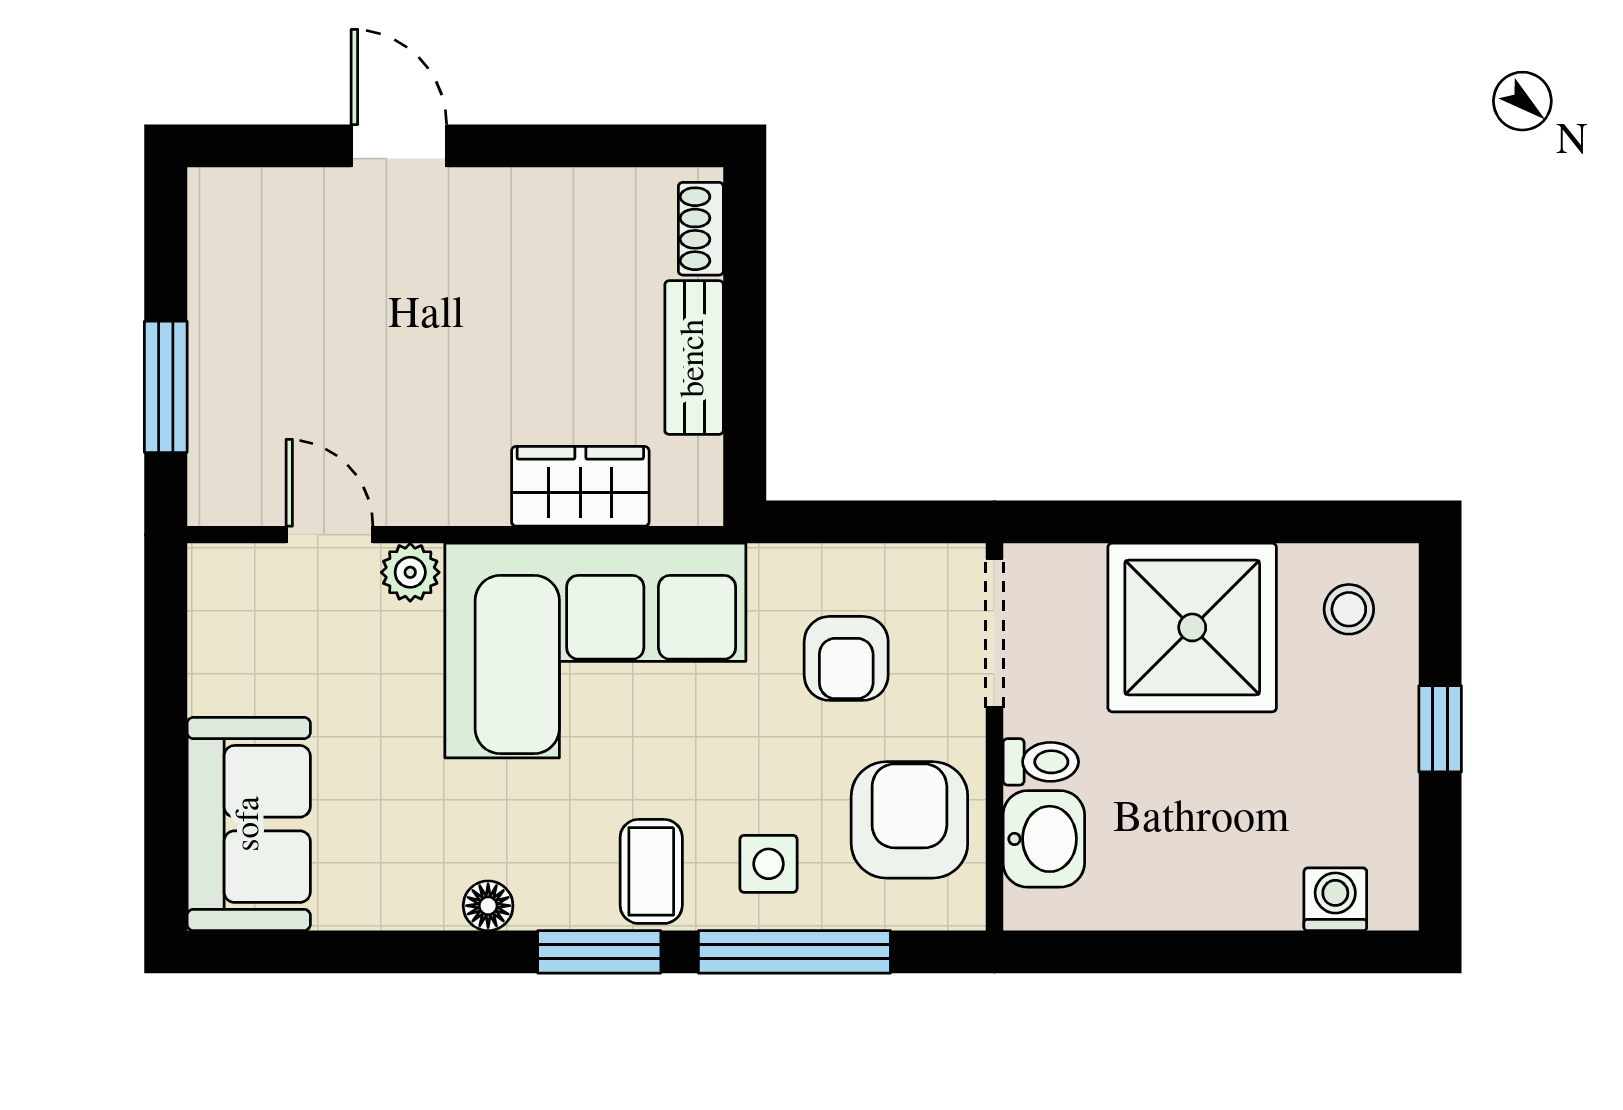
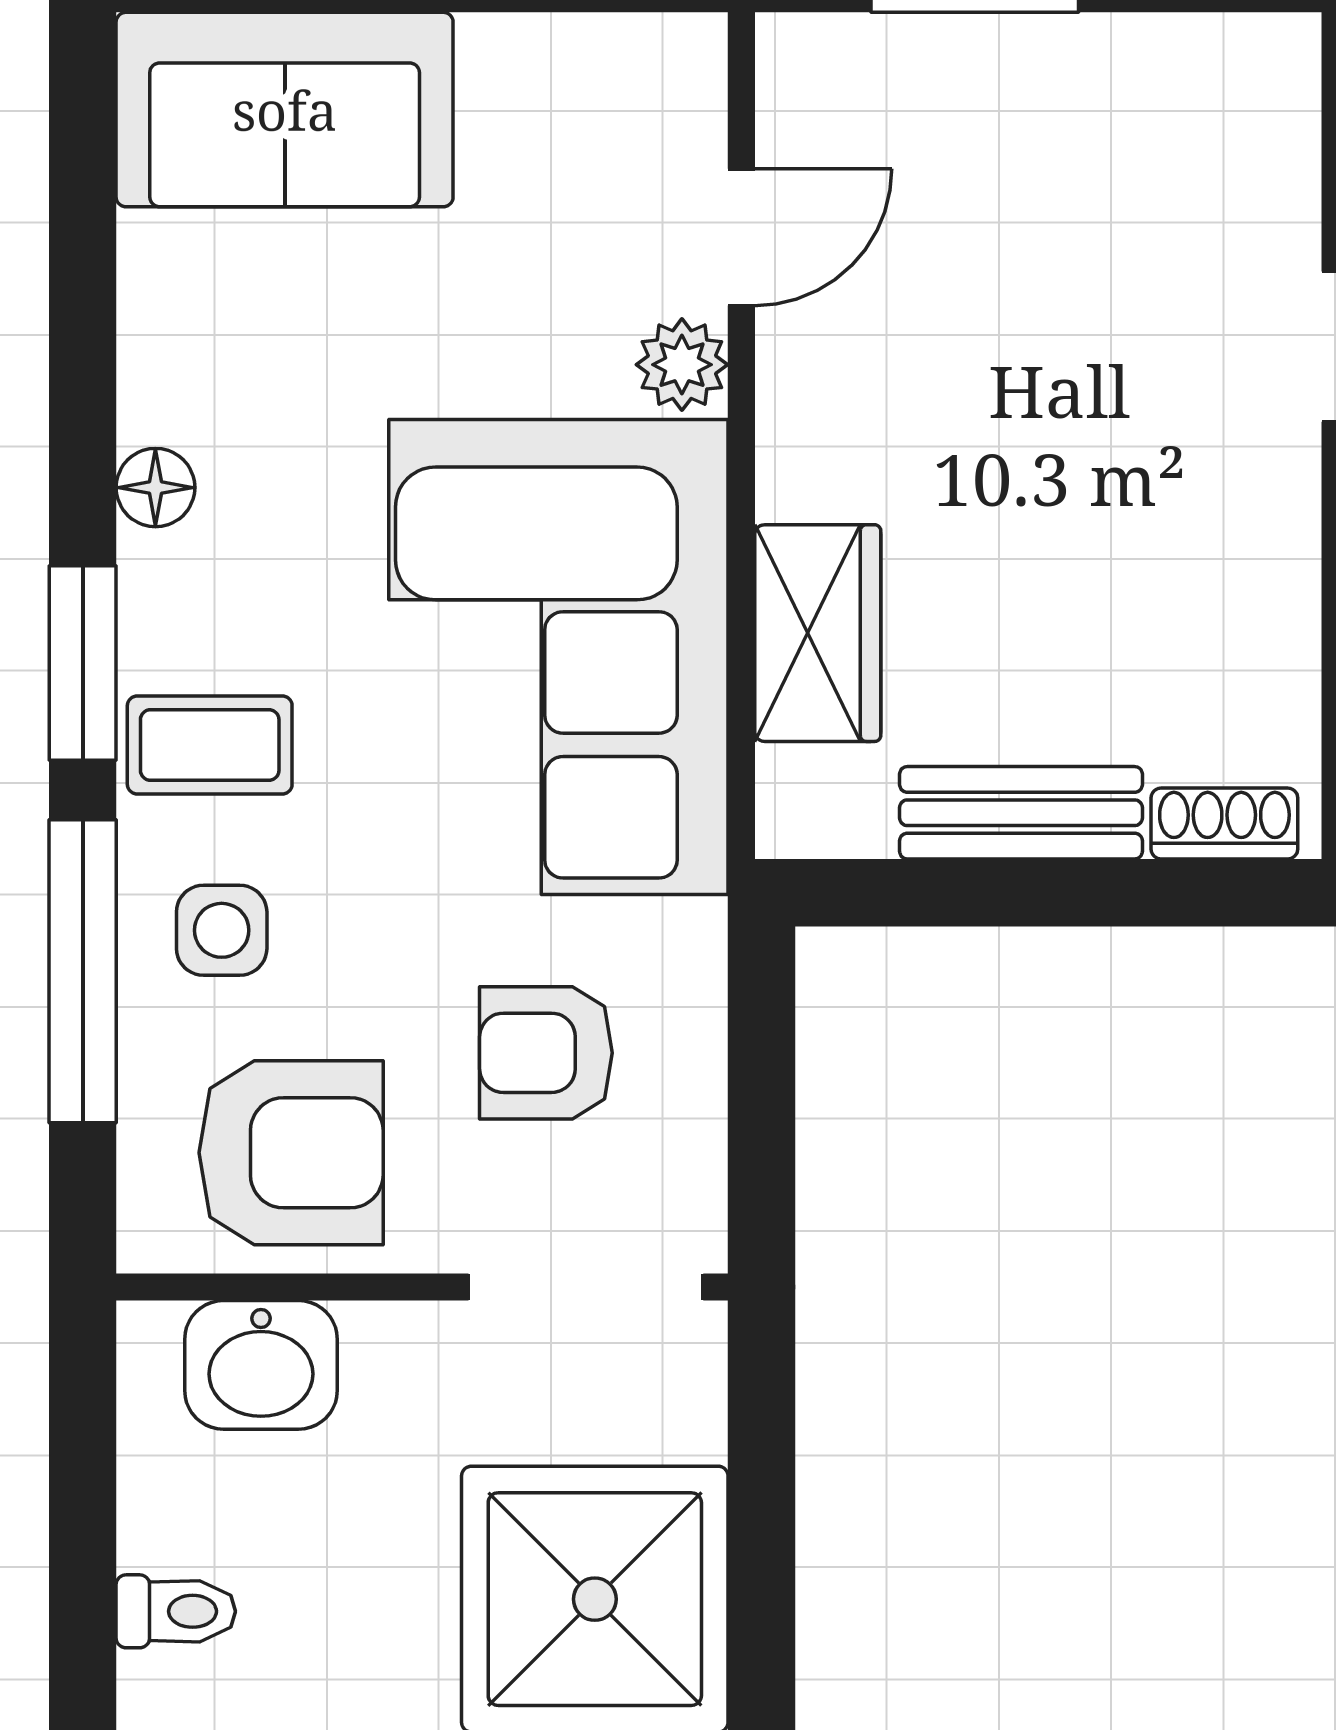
toilet: (1041, 762) -> (176, 1611), moved, turned -90

